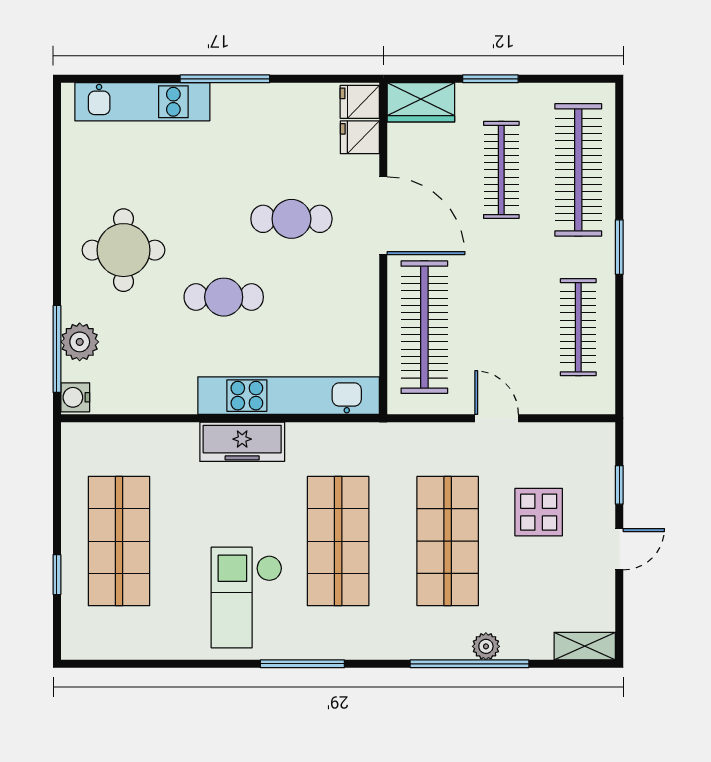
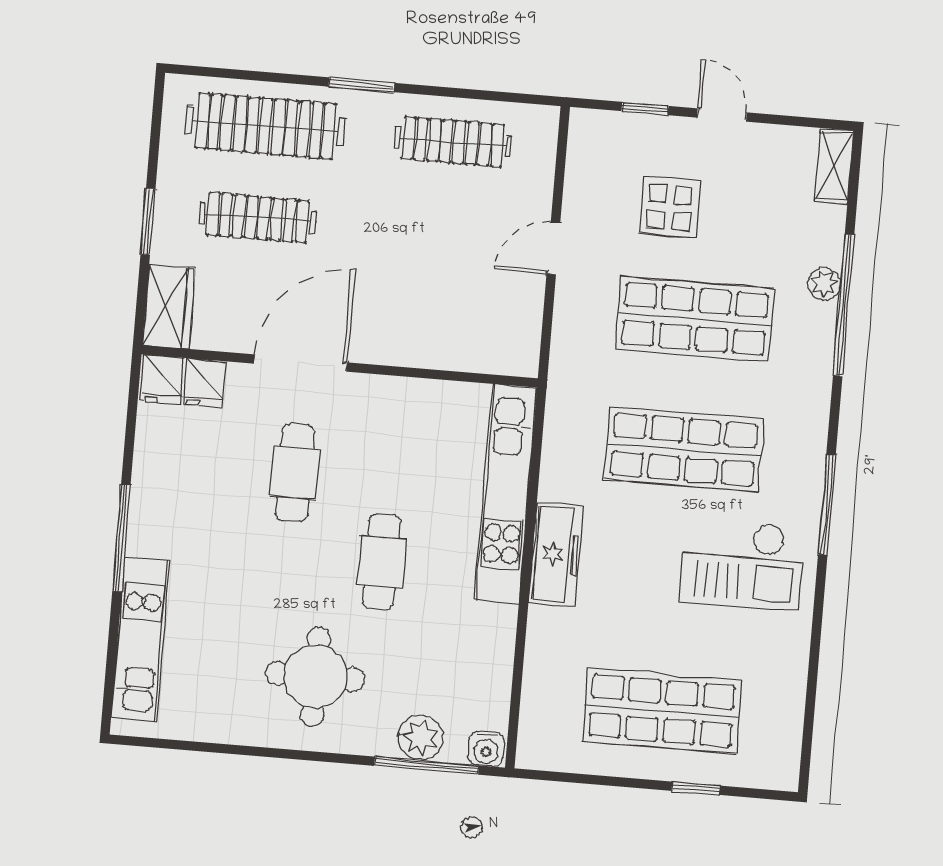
clothes rail: (424, 327) -> (438, 325), removed

